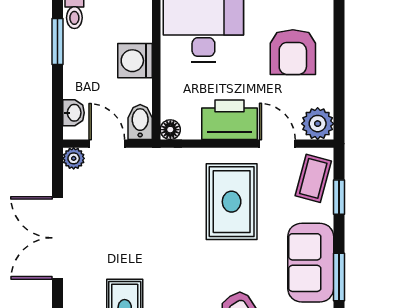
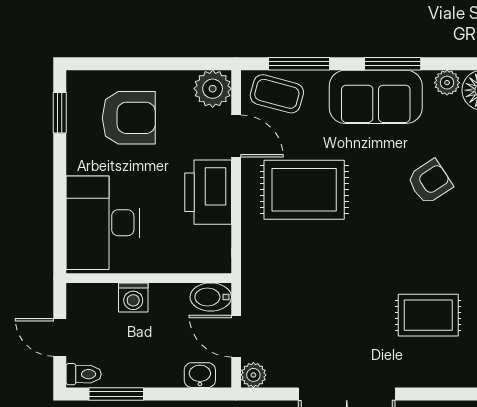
washing machine: (135, 61) -> (133, 297), width x0.73, depth x0.73
floor lamp: (170, 130) -> (220, 262), removed
door: (107, 144) -> (236, 336), hinge flipped
door: (277, 144) -> (236, 136), swing flipped
window: (339, 197) -> (299, 64), width x1.50

